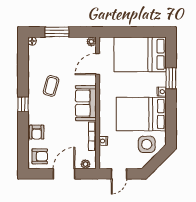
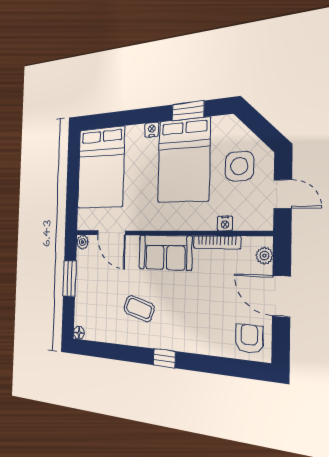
window: (57, 32) -> (70, 278), moved
window: (171, 78) -> (188, 111), moved
armchair: (37, 132) -> (208, 340), removed
side table: (147, 144) -> (239, 166), moved

